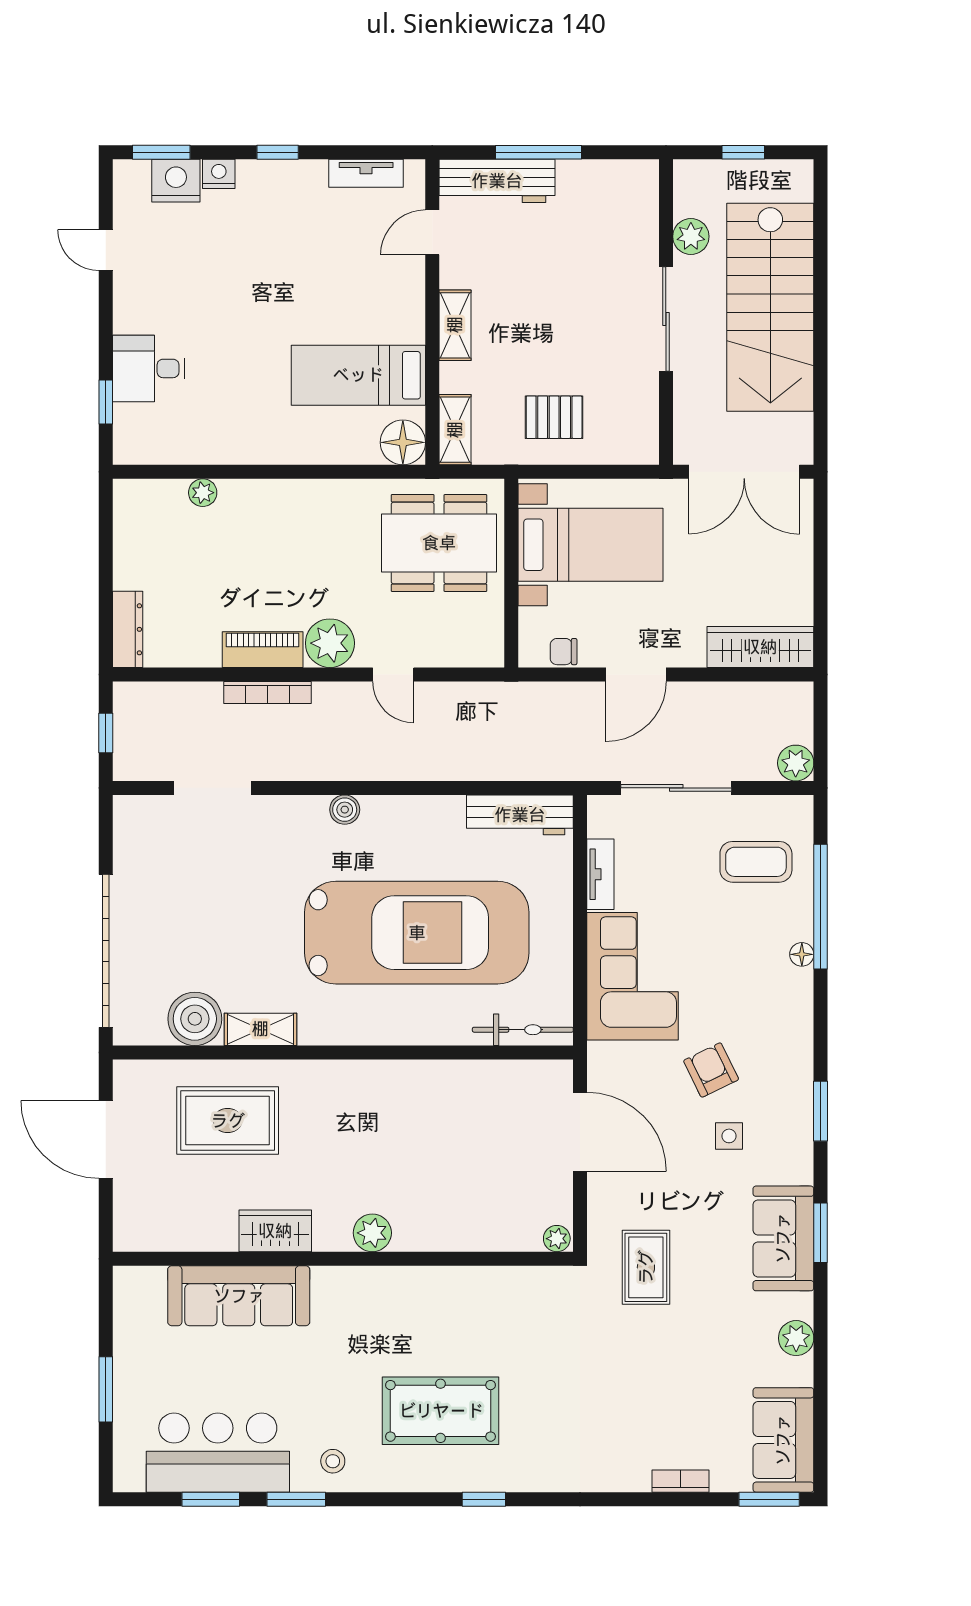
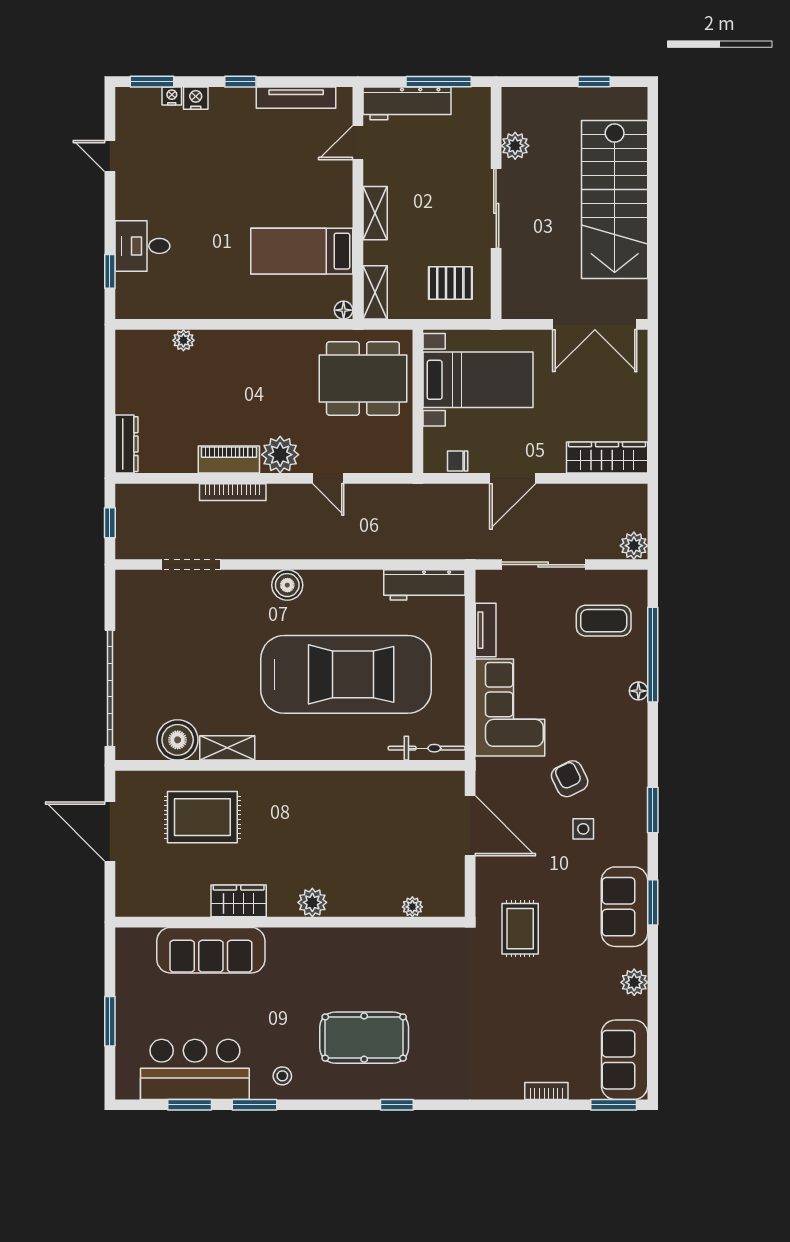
tv unit: (366, 173) -> (296, 98), width x1.41
nightstand: (176, 181) -> (172, 96), width x0.53, depth x0.56
plant: (691, 236) -> (515, 146), moved
wall: (666, 312) -> (496, 203), moved
sliding door: (666, 319) -> (496, 208), moved
floor lamp: (403, 442) -> (344, 310), width x0.53, depth x0.53
boiler: (345, 810) -> (287, 585), width x1.36, depth x1.36
plant: (557, 1239) -> (412, 907), moved

